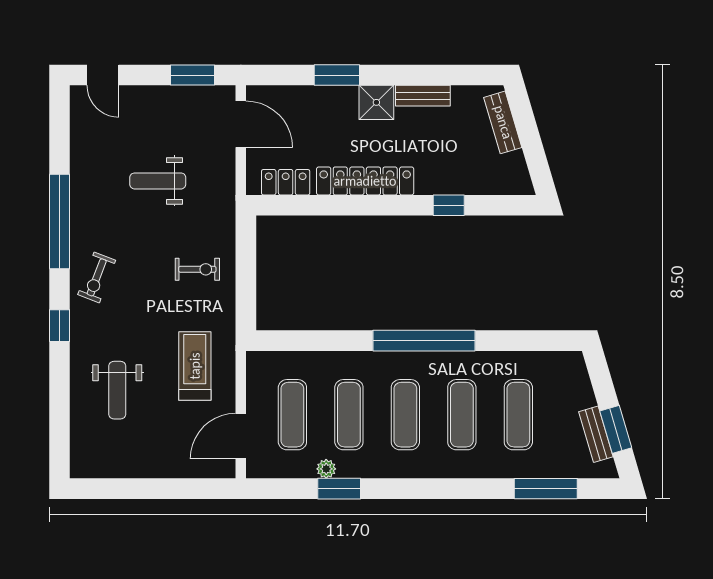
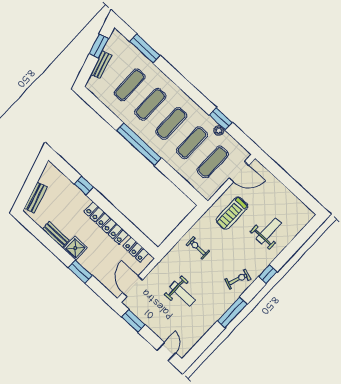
window: (59, 222) -> (232, 312), width x0.68
bench: (596, 434) -> (101, 65), moved

